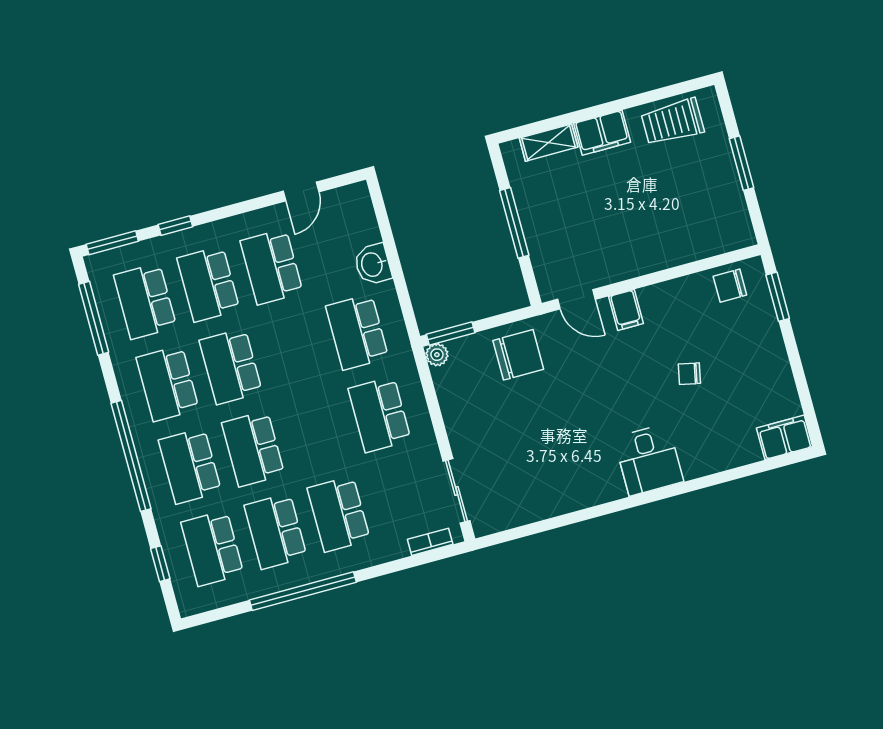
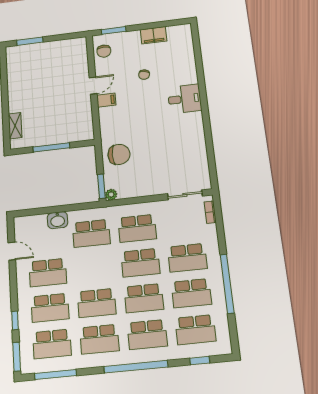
trolley: (673, 122) -> (18, 68), removed
filing cabinet: (602, 133) -> (16, 100), removed
window: (741, 163) -> (30, 41), moved
door: (576, 299) -> (93, 86), moved
chair: (518, 355) -> (119, 154), turned 90
school desk: (316, 432) -> (140, 263), added
filing cabinet: (785, 437) -> (154, 35), moved, turned -90

